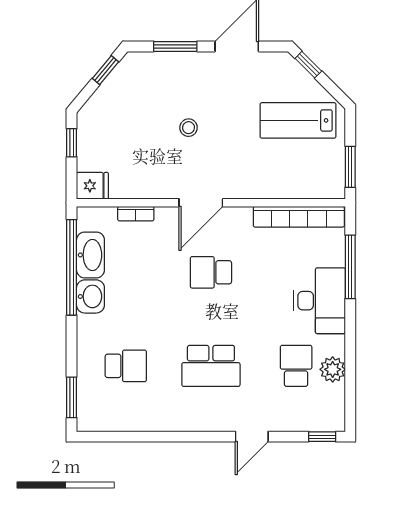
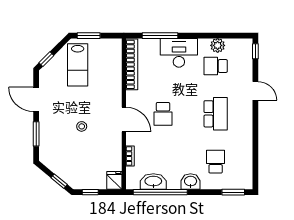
window: (105, 70) -> (59, 181), moved
window: (350, 167) -> (89, 36), moved
washbasin: (90, 296) -> (191, 182), moved

